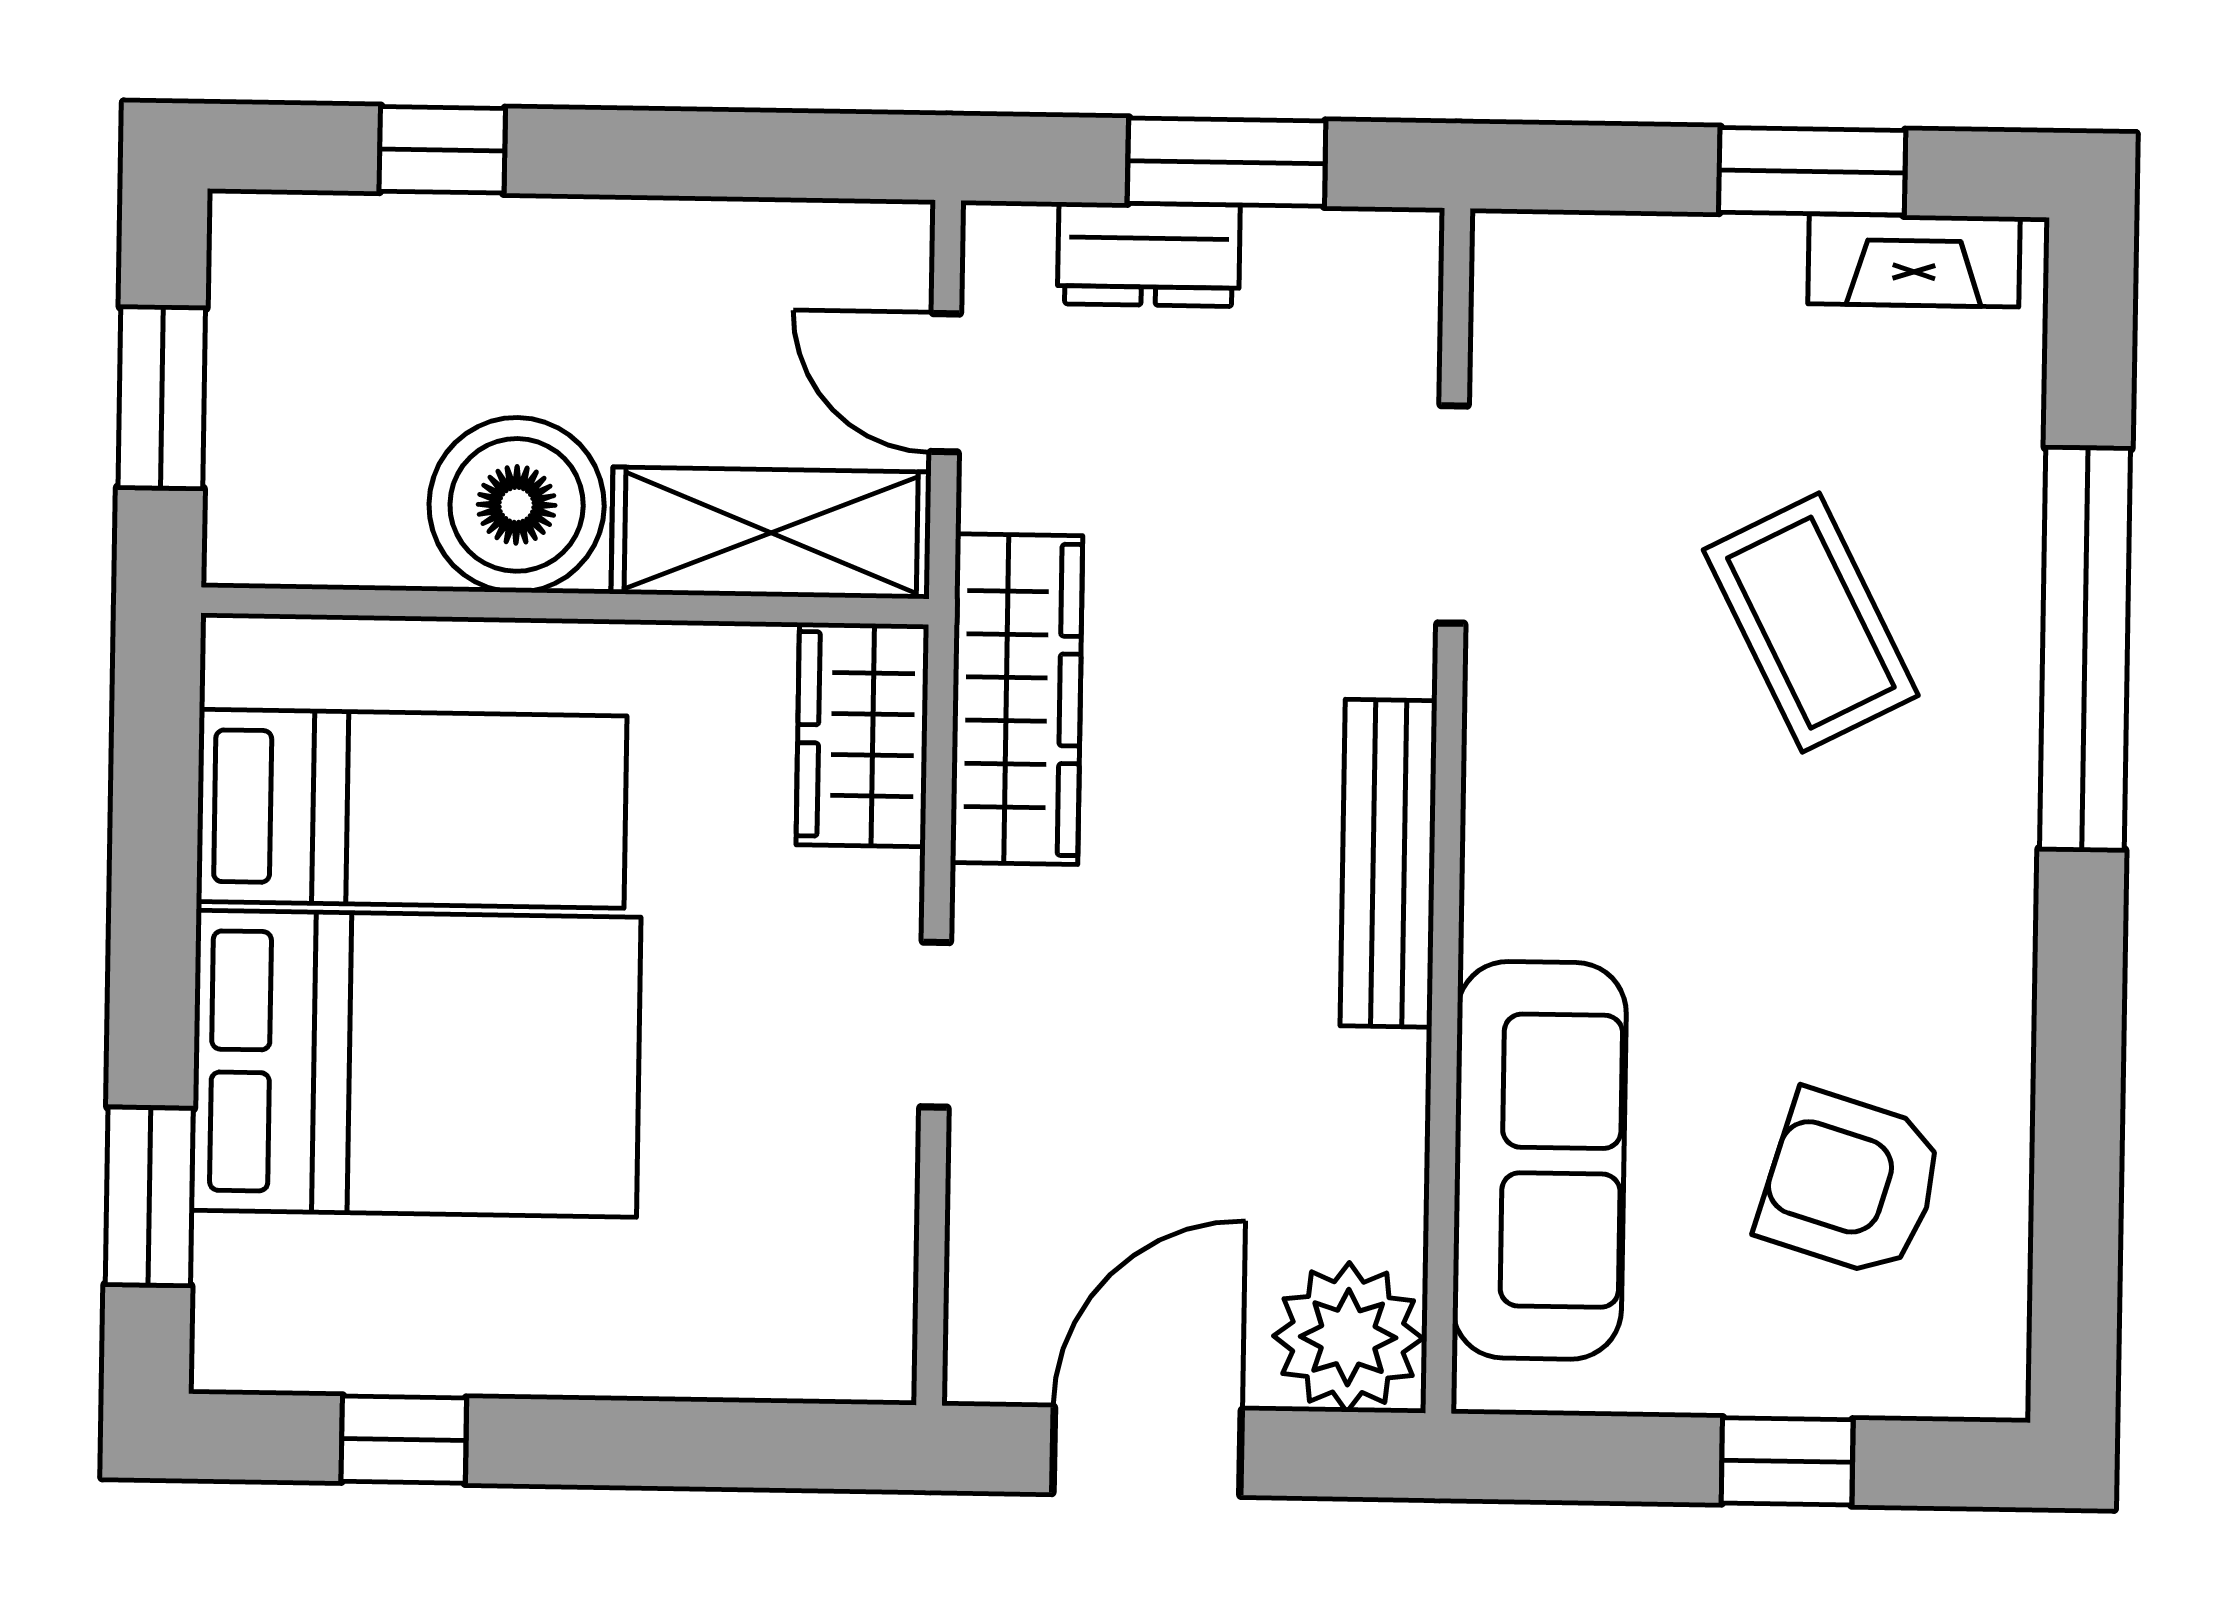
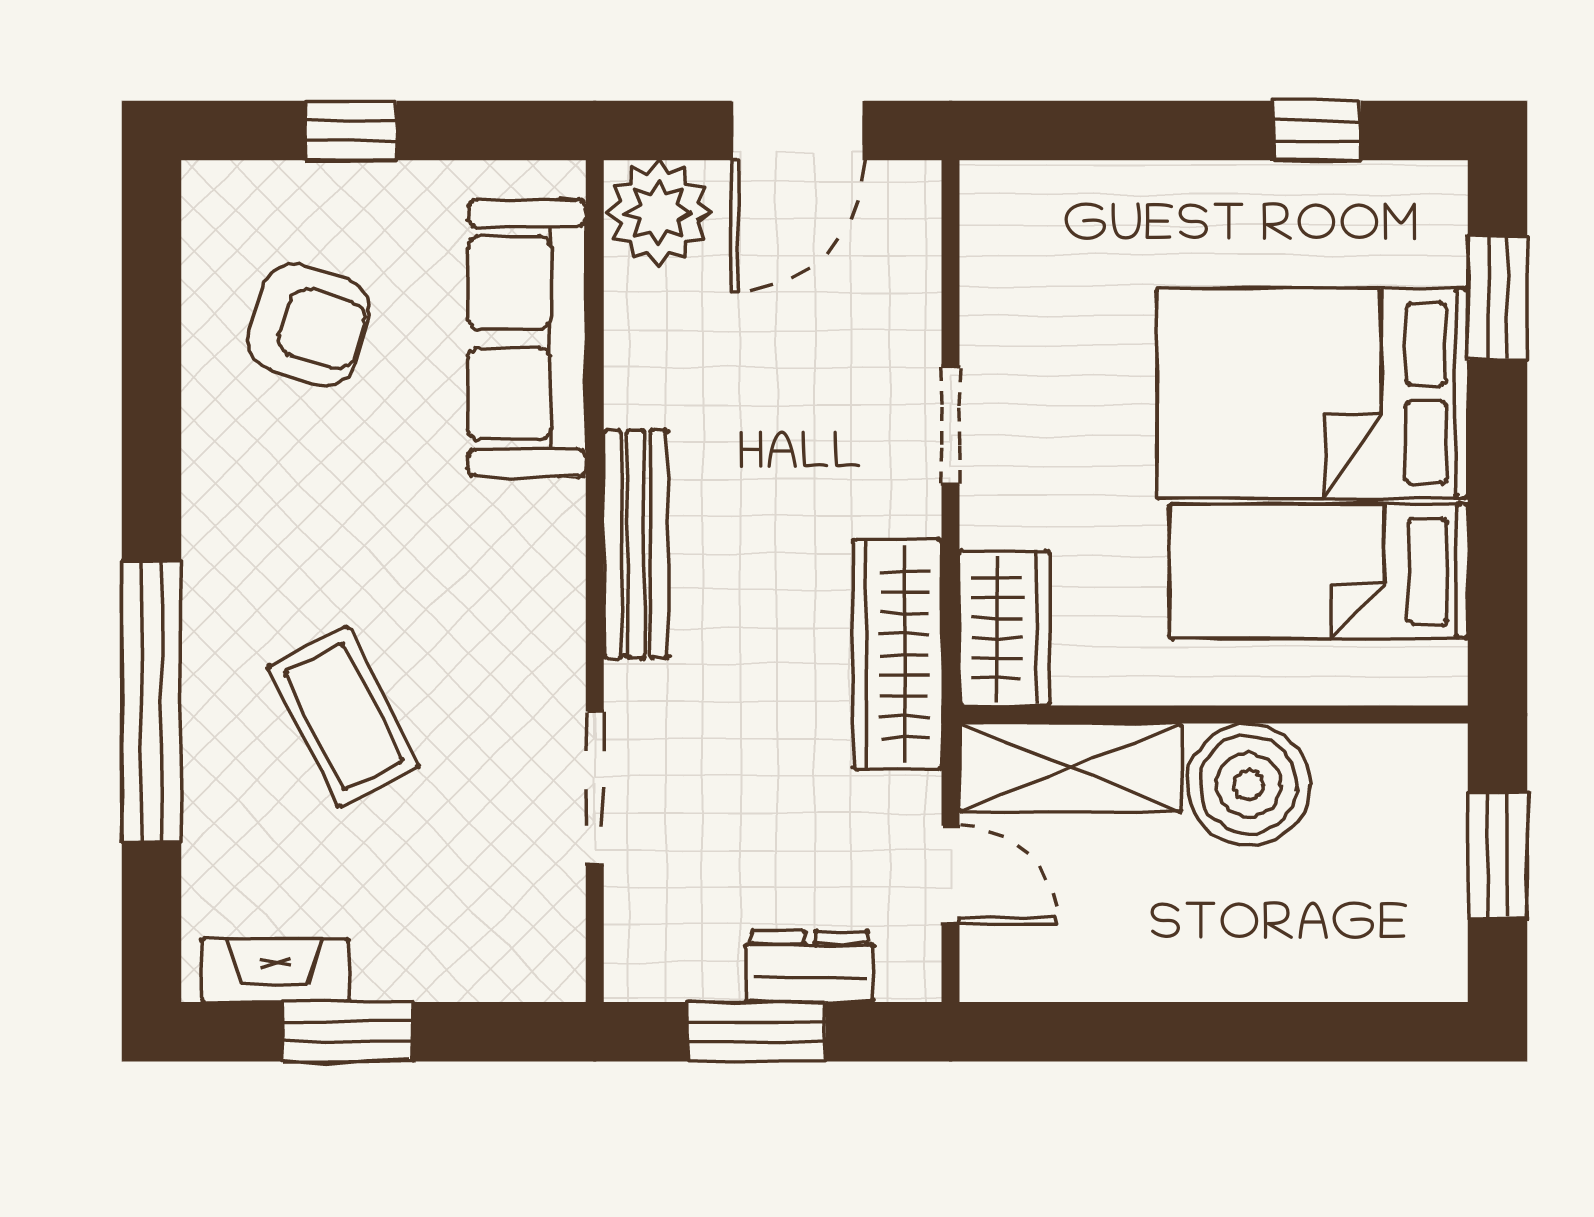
window: (442, 150) -> (1304, 1032), removed

